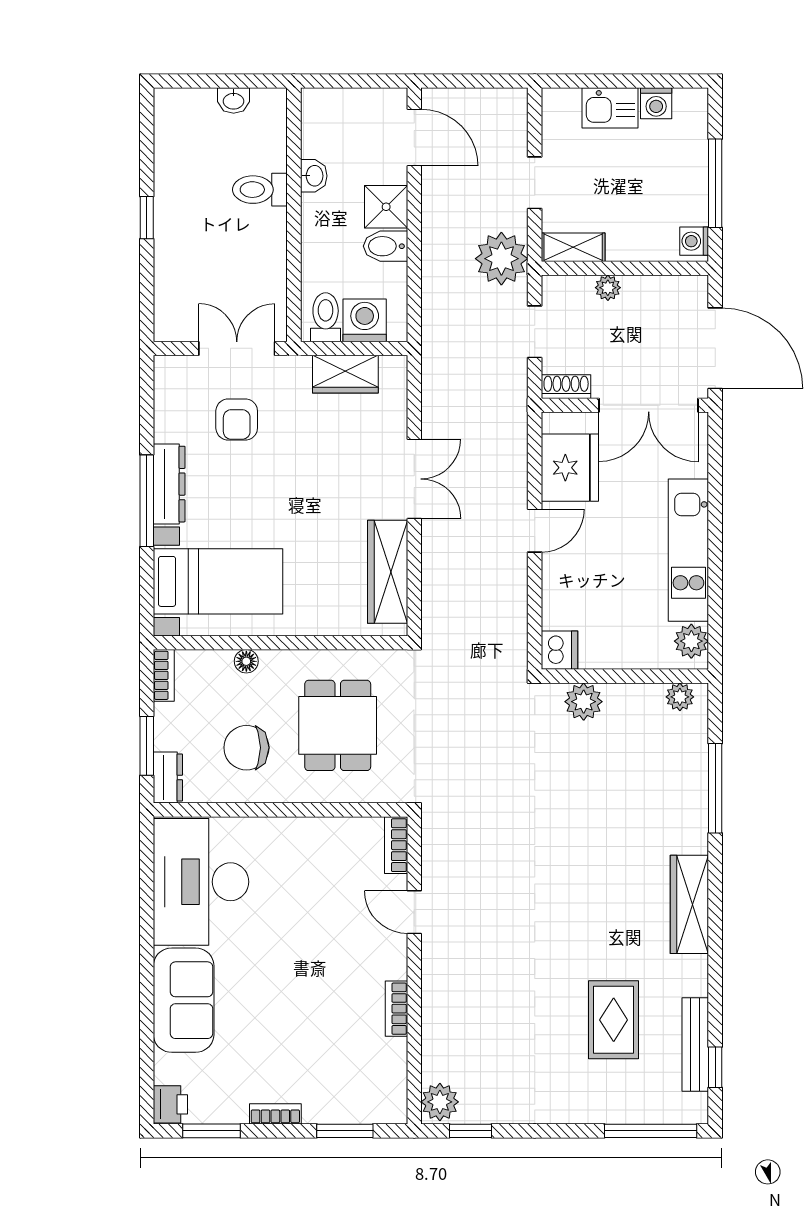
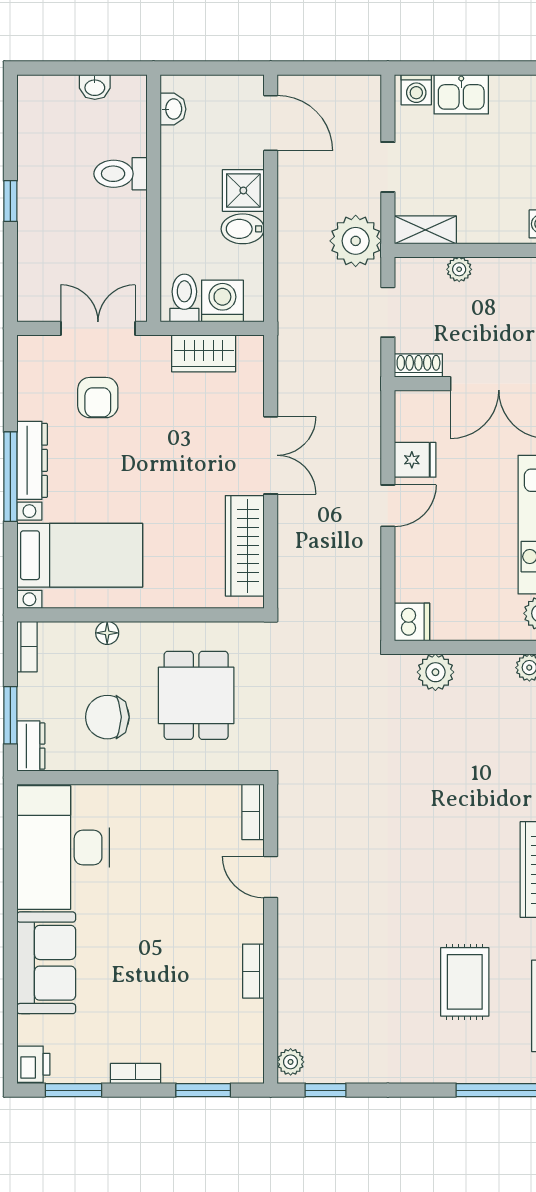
washing machine: (656, 103) -> (416, 90), moved
washbasin: (314, 176) -> (173, 109), moved
fridge: (570, 468) -> (415, 460), width x0.53, depth x0.75
plant: (440, 1102) -> (291, 1062), width x0.73, depth x0.73

